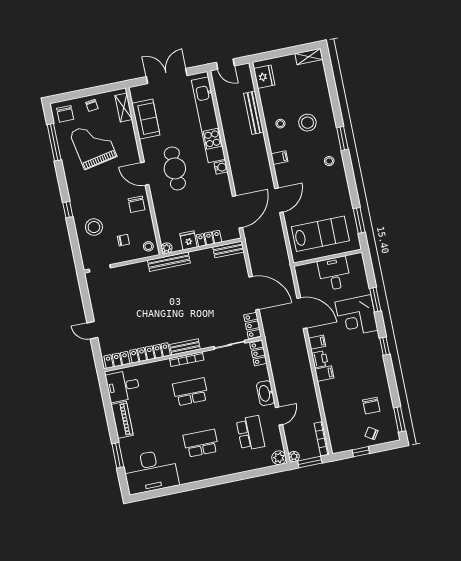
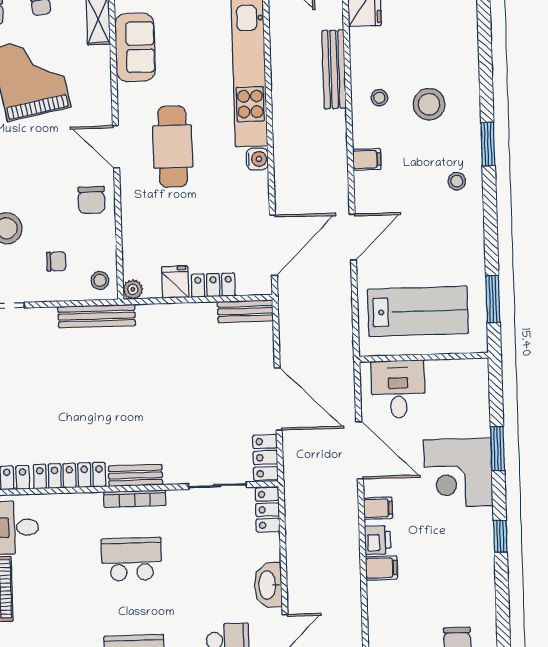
bench: (169, 262) -> (97, 316), moved
desk: (334, 274) -> (398, 389), moved

